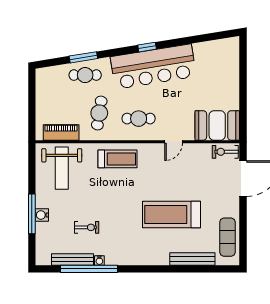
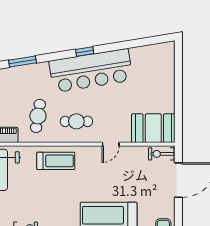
cafe table: (85, 75) -> (24, 79), removed

